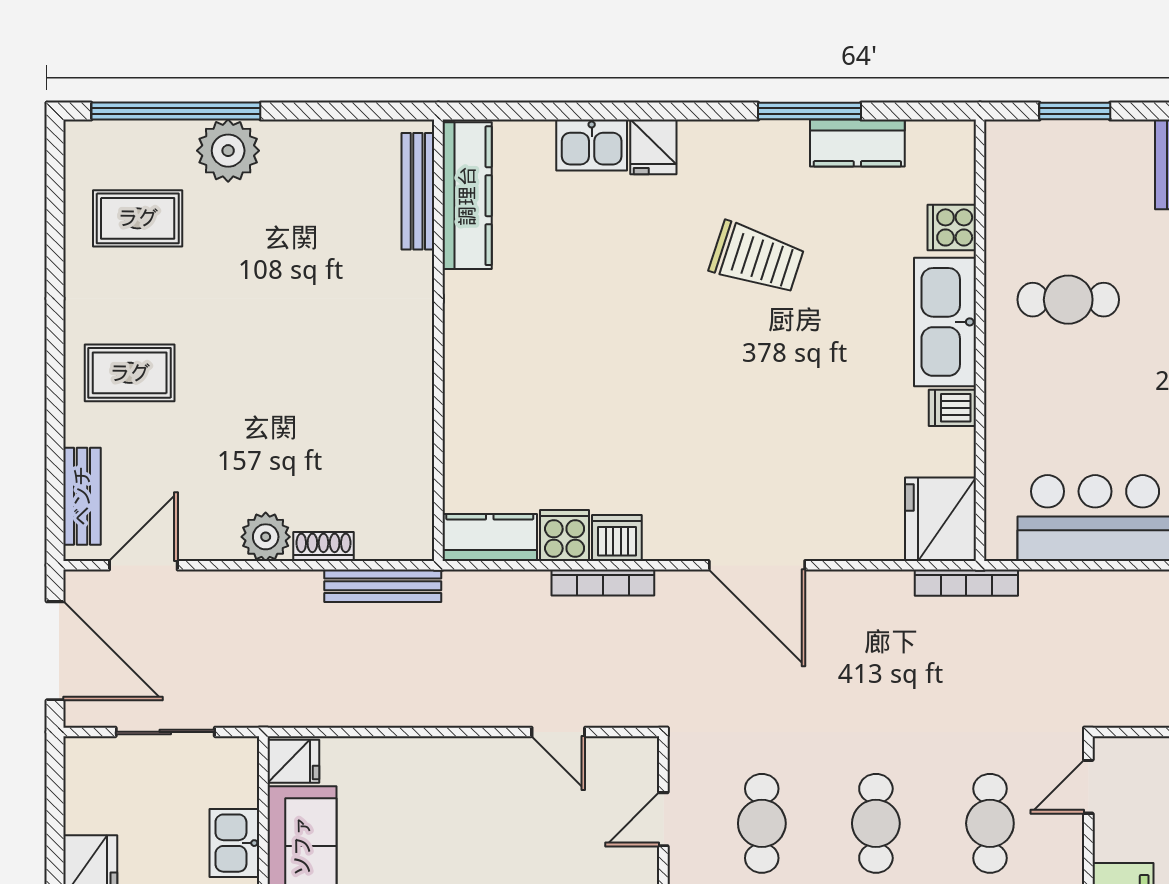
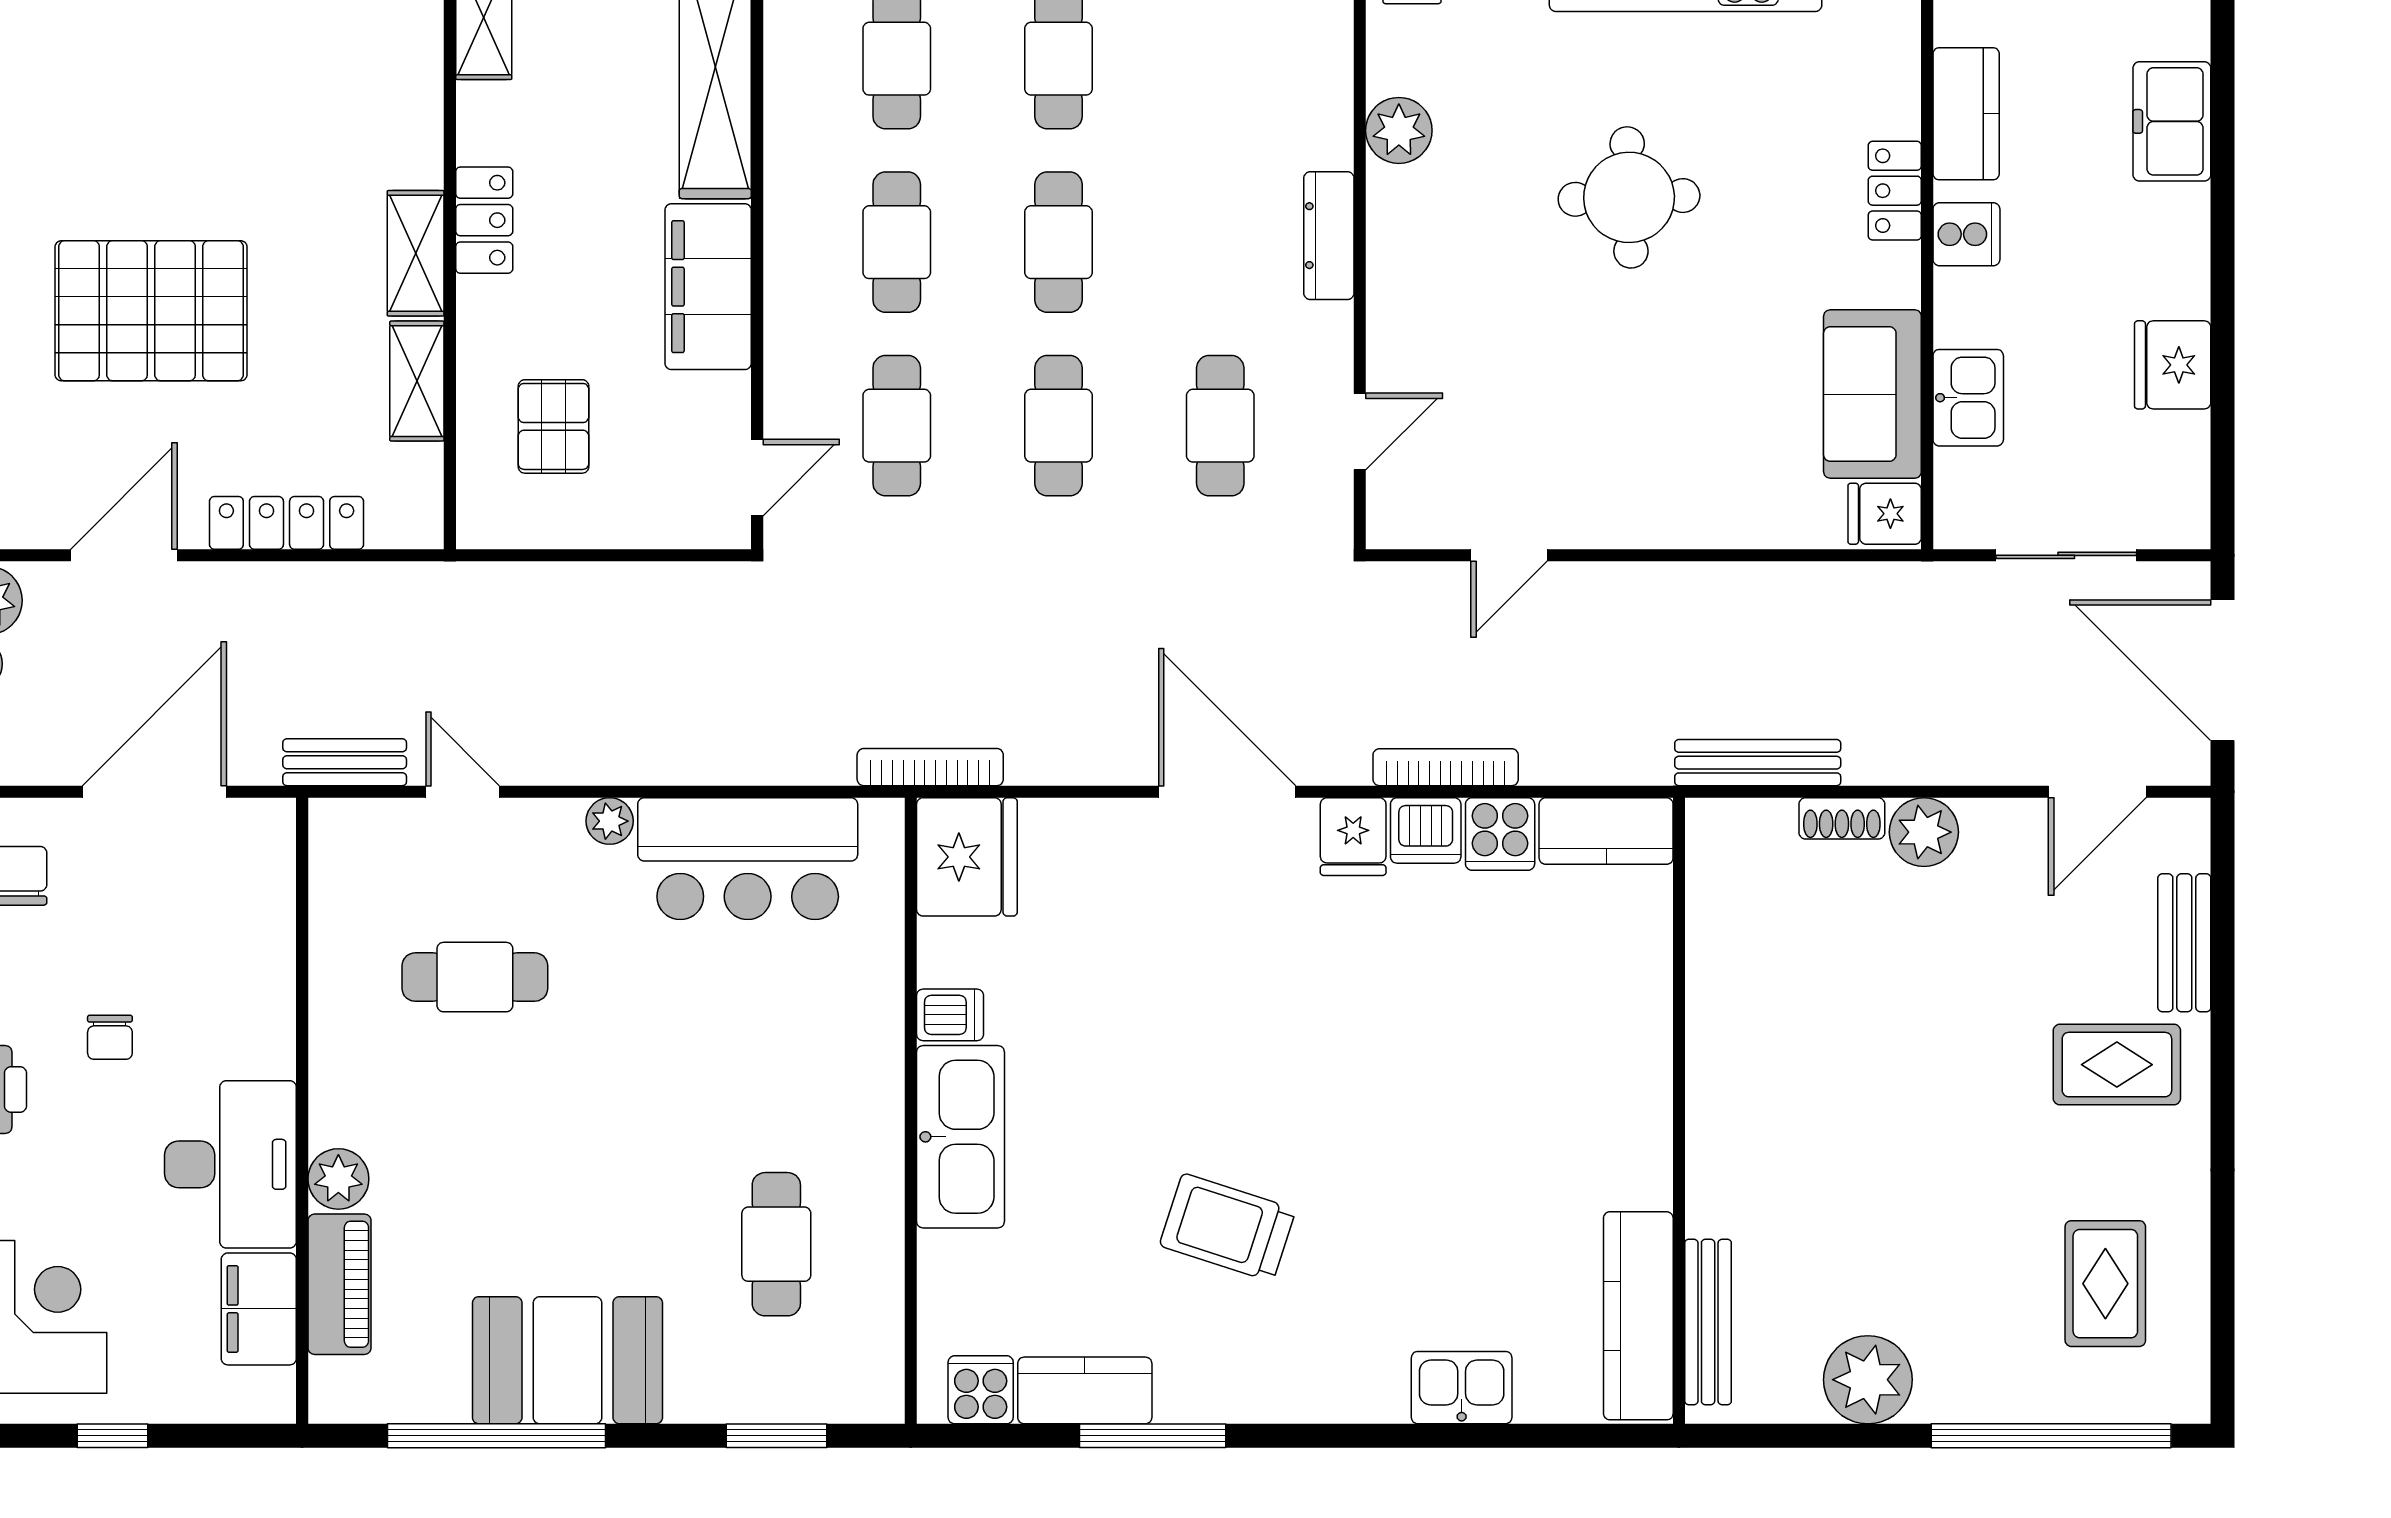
fridge: (653, 147) -> (1353, 837), moved, turned 180
plant: (228, 151) -> (1868, 1380), moved
rug: (138, 218) -> (2105, 1284), turned 90
cooker: (952, 227) -> (981, 1390), moved, turned -90
cafe table: (1068, 300) -> (776, 1244), moved, turned 90
bench: (82, 496) -> (2184, 943), moved
door: (558, 732) -> (1509, 555), swing flipped

